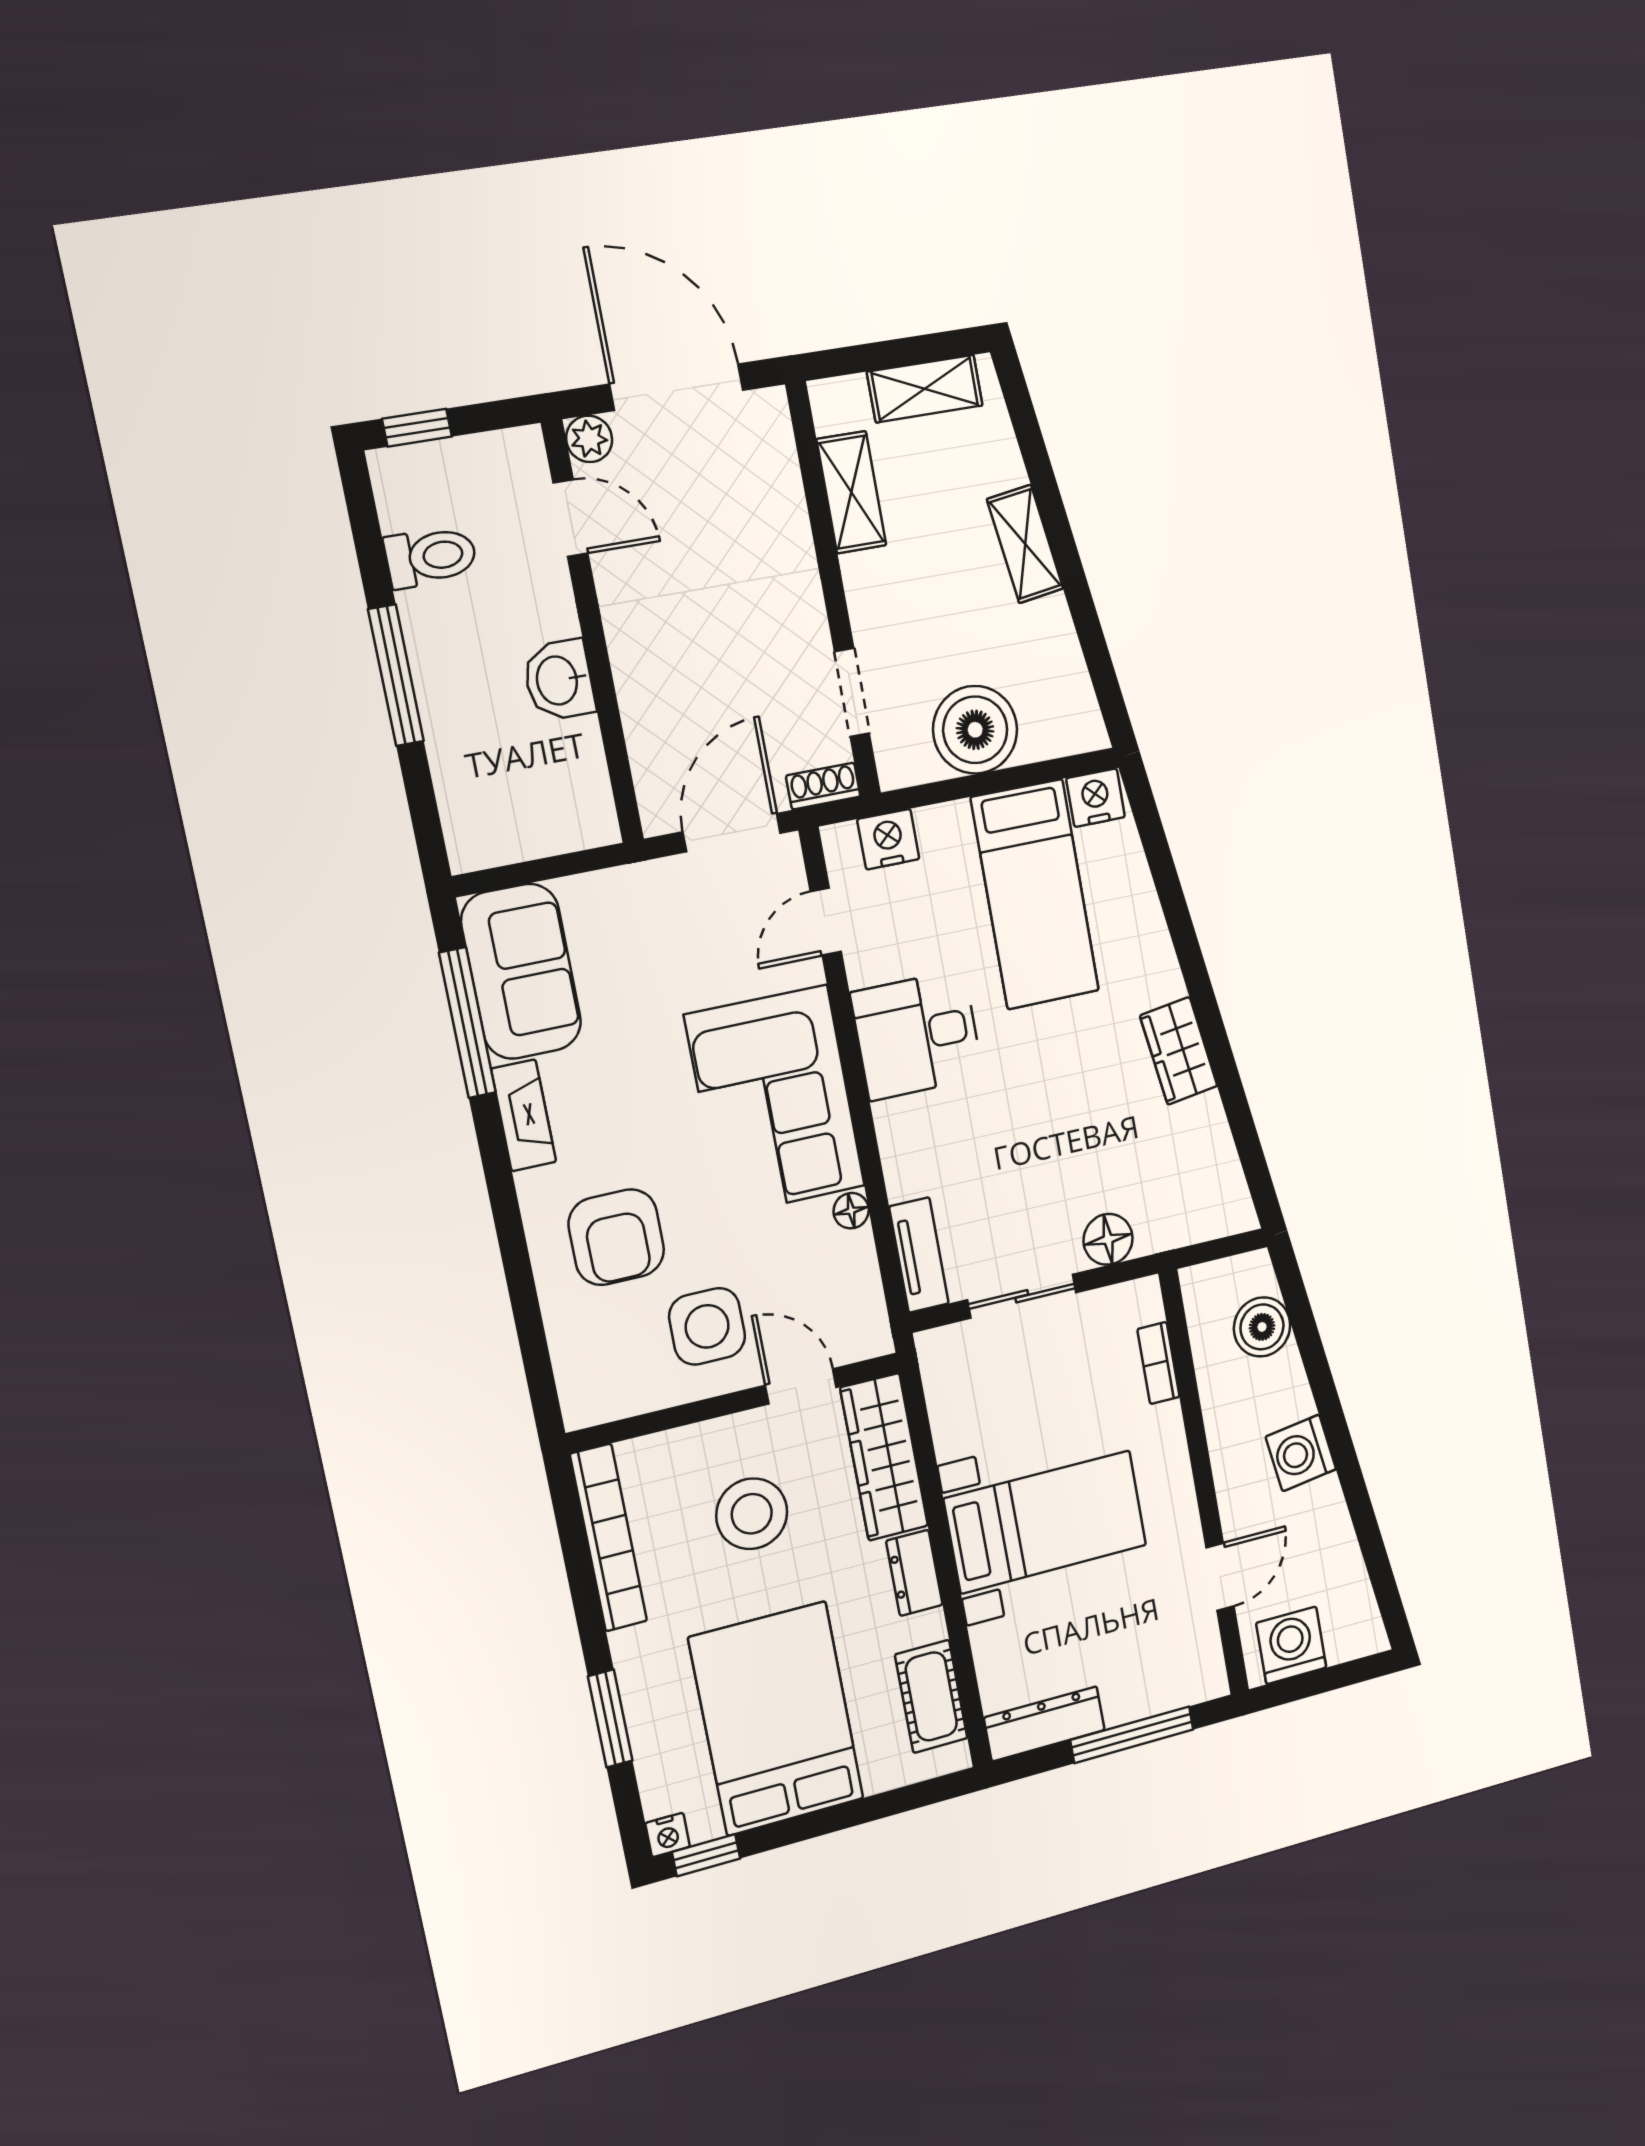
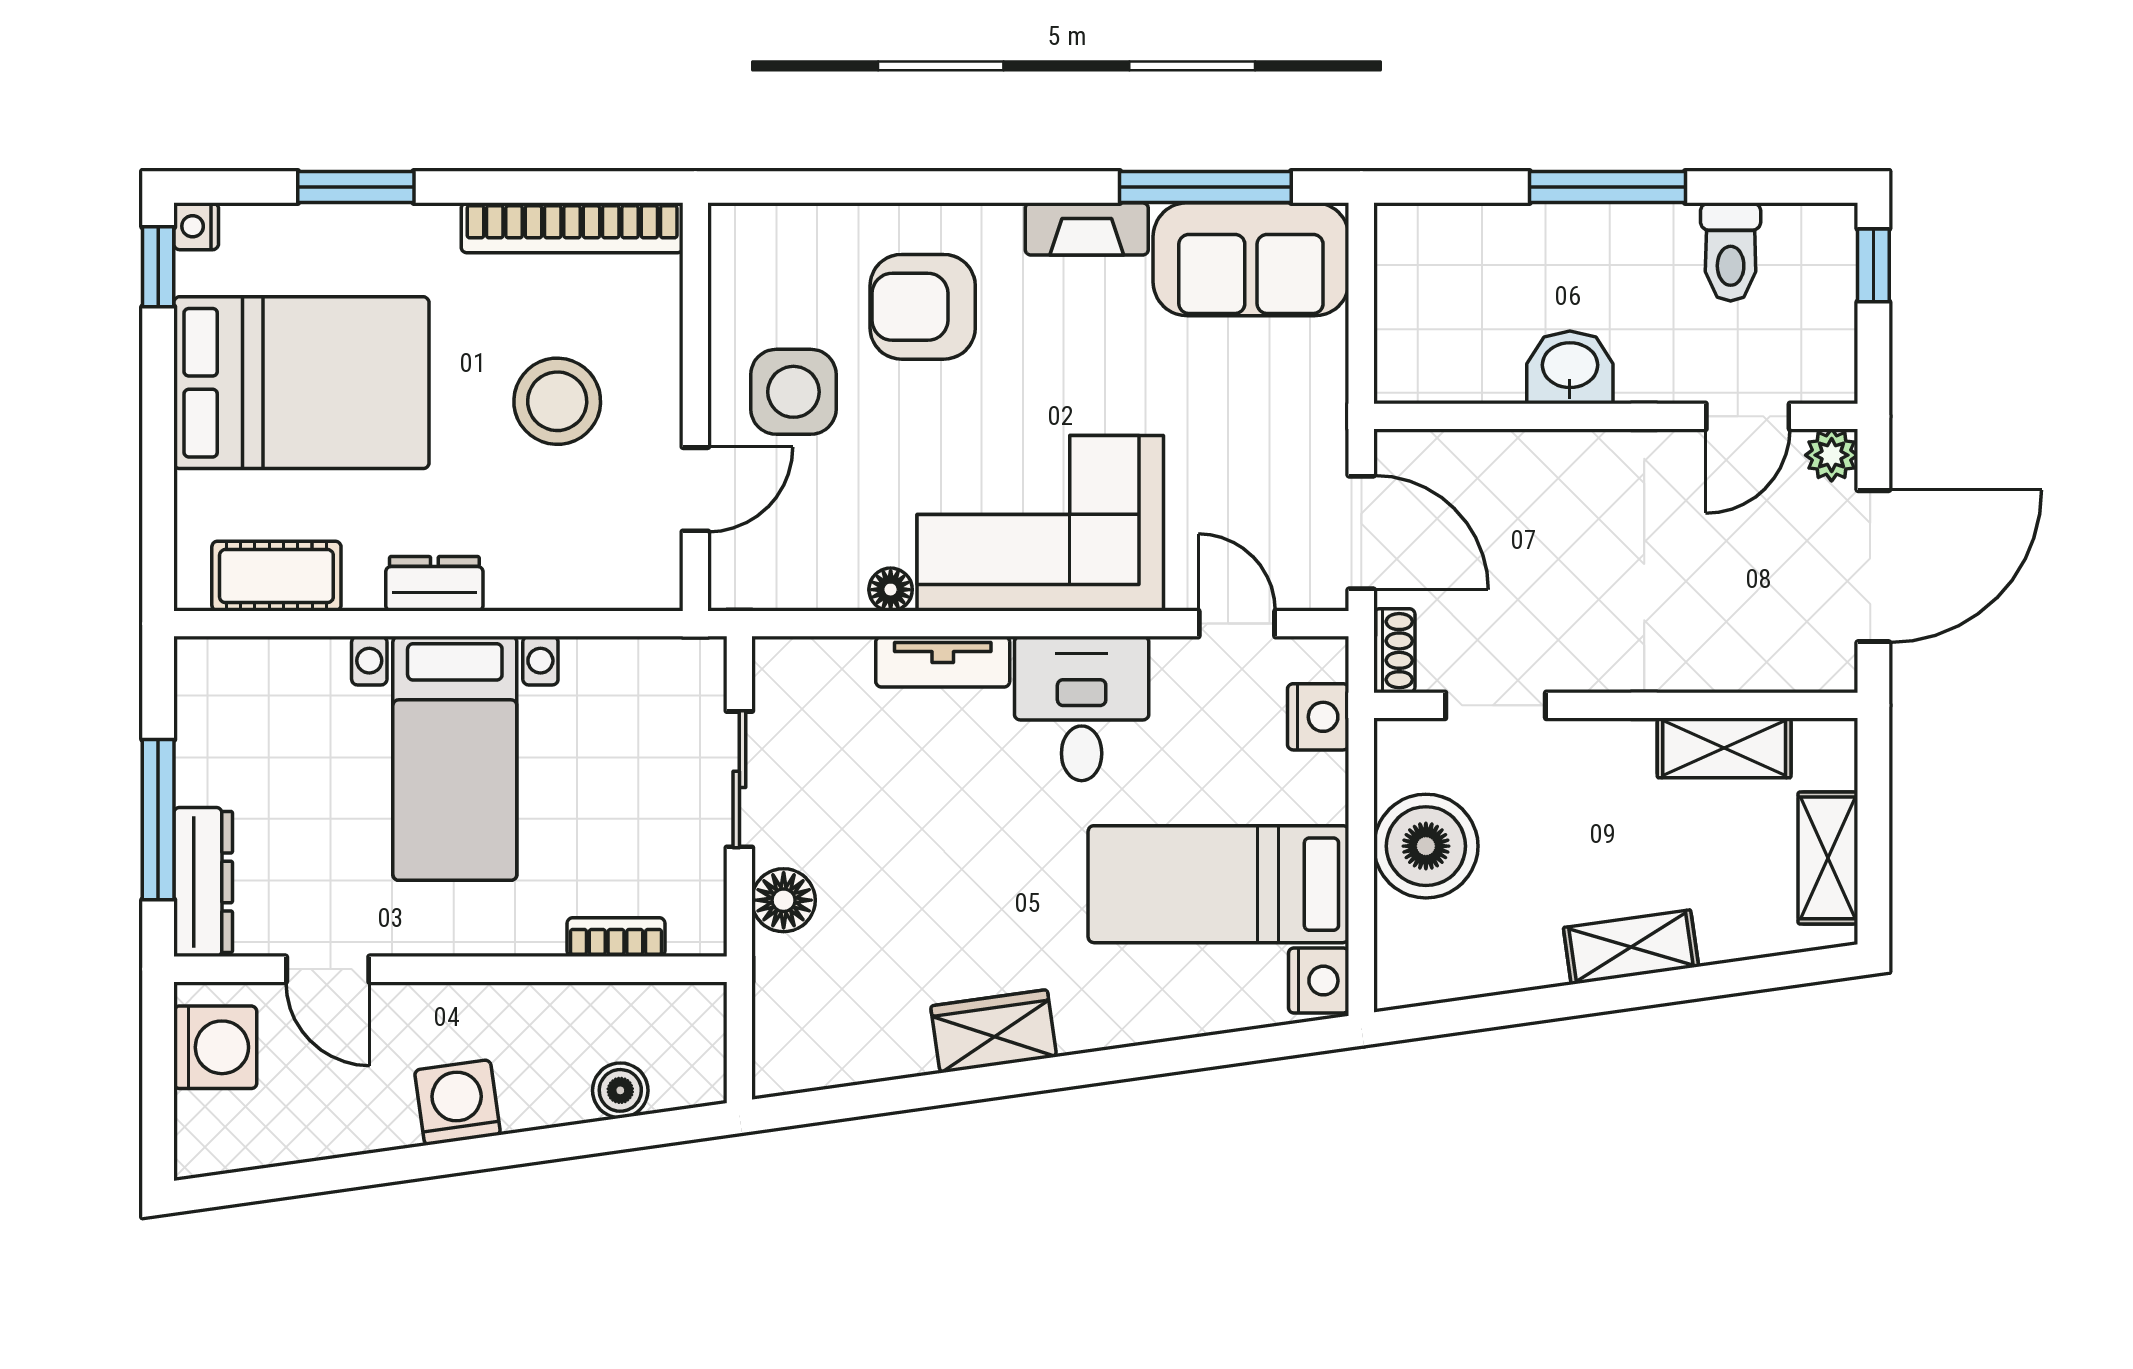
tv unit: (919, 1255) -> (943, 662), moved
boiler: (1262, 1327) -> (620, 1090), width x0.73, depth x0.73
wardrobe: (884, 1457) -> (585, 573), removed
dresser: (1044, 1724) -> (203, 882), moved

